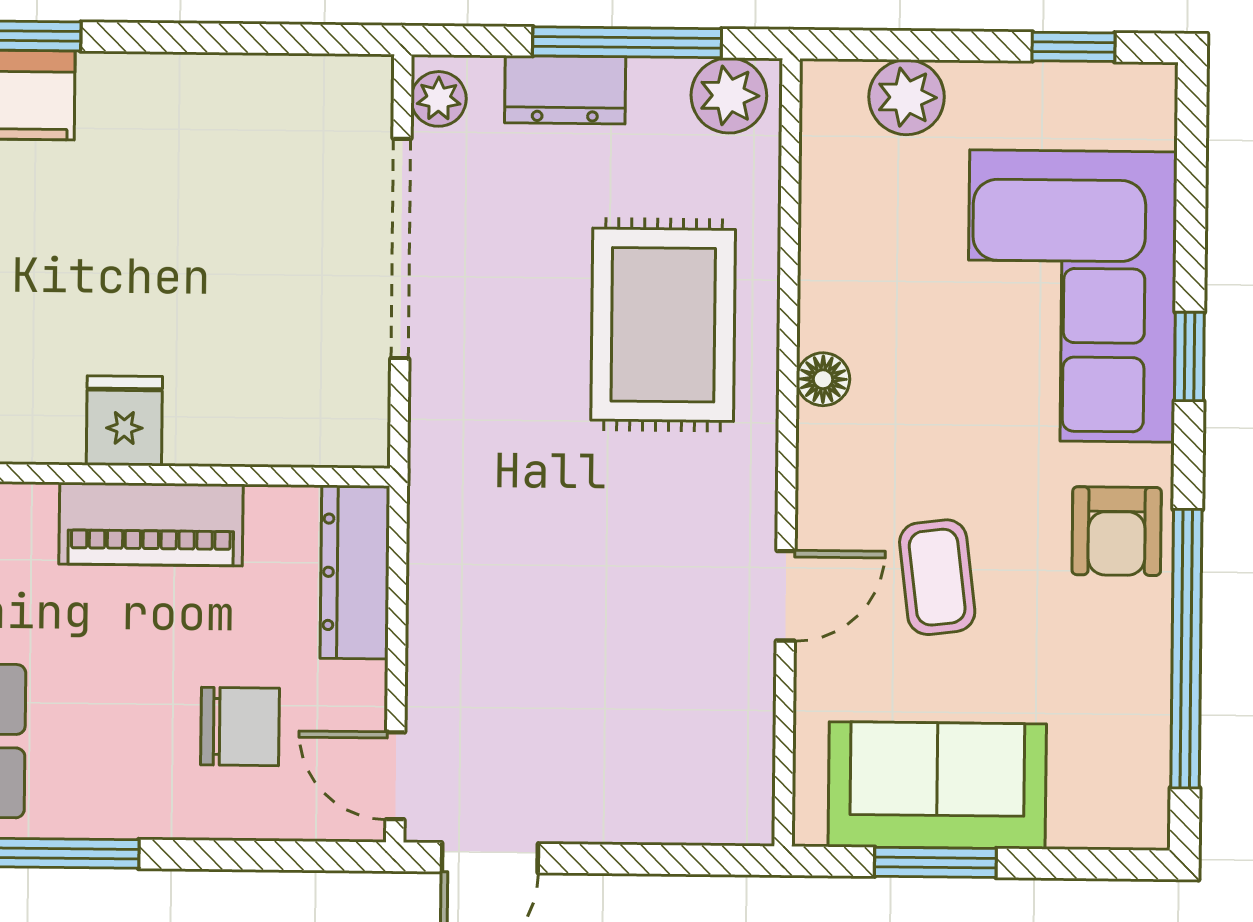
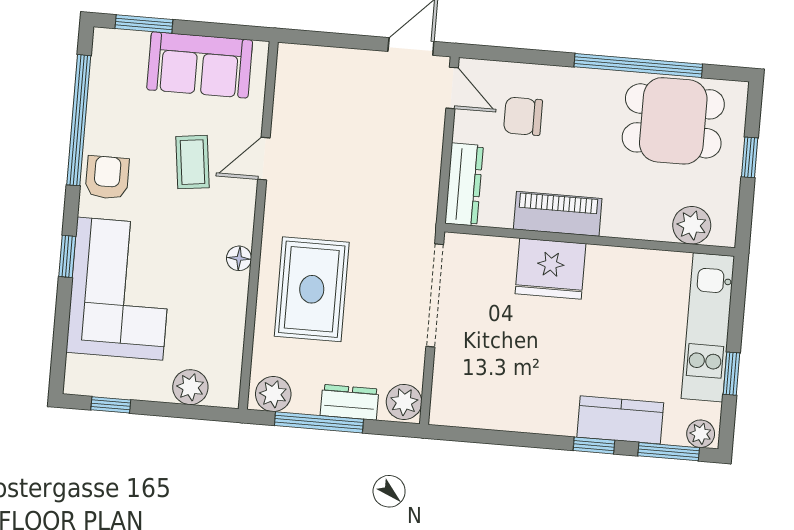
plant: (439, 99) -> (404, 402), width x1.38, depth x1.38
doorway: (401, 249) -> (435, 295), moved
fridge: (124, 421) -> (550, 269), width x1.88, depth x1.34
window: (935, 862) -> (144, 24), moved

